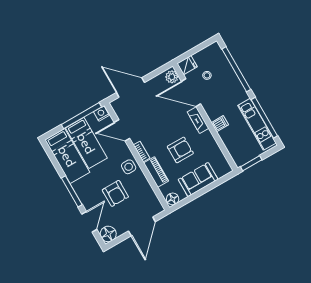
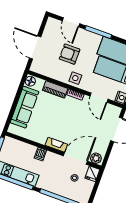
door: (122, 130) -> (99, 98), swing flipped
armchair: (180, 150) -> (52, 116), removed
sofa: (198, 180) -> (24, 107), width x1.36
floor lamp: (108, 234) -> (52, 25), removed

